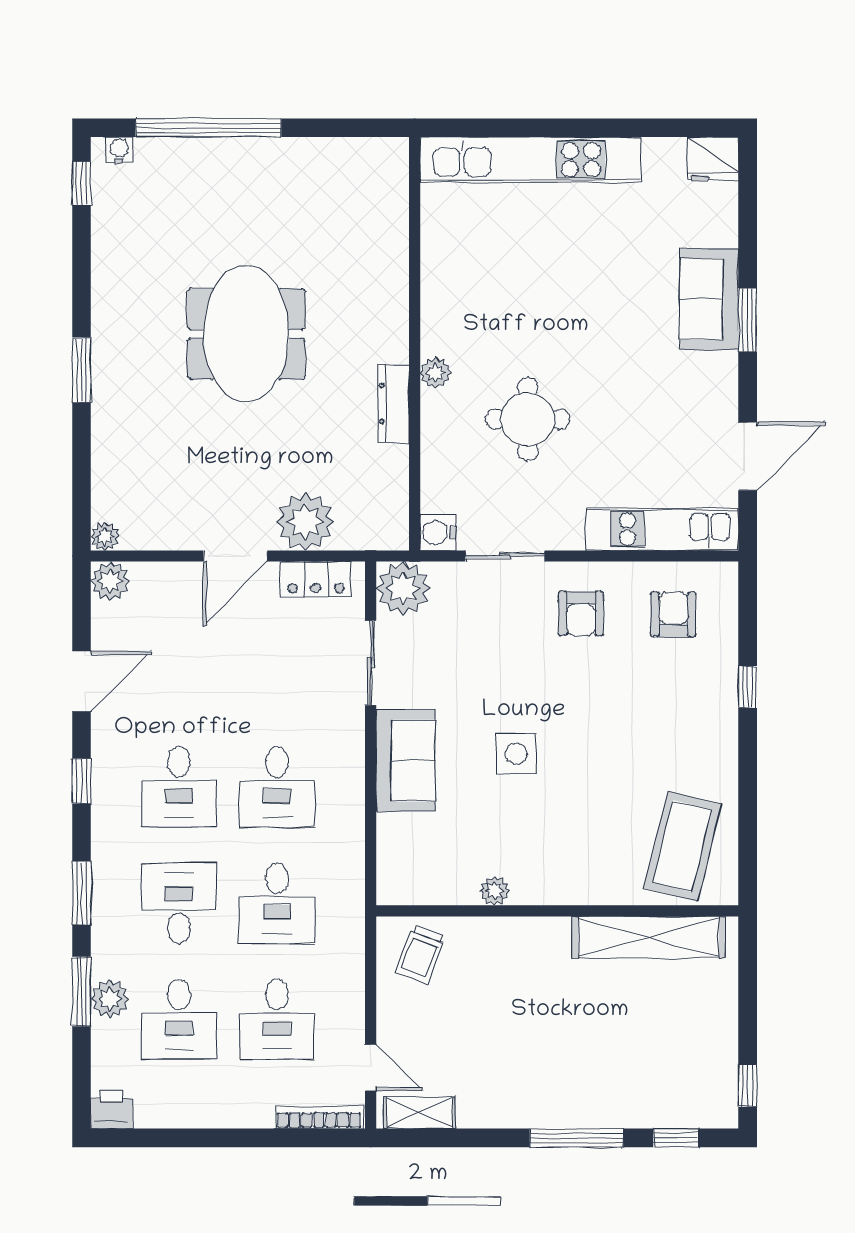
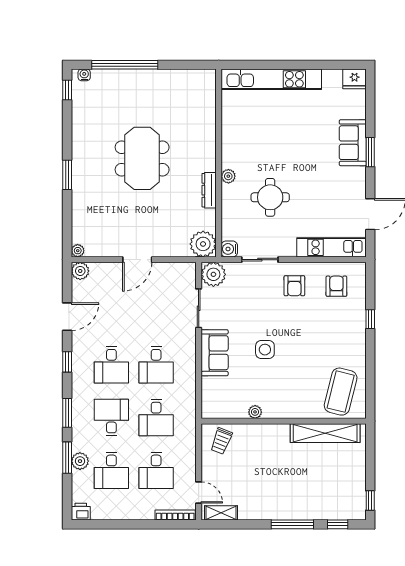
plant: (305, 522) -> (203, 244), moved
locker: (316, 579) -> (174, 270), removed

